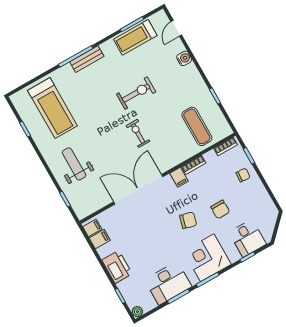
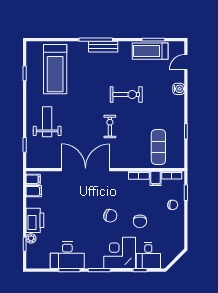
filing cabinet: (179, 177) -> (156, 178), moved
corner desk: (207, 258) -> (120, 253), moved
plant: (137, 312) -> (31, 238), moved

